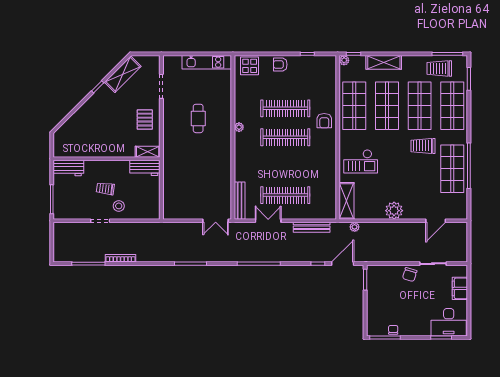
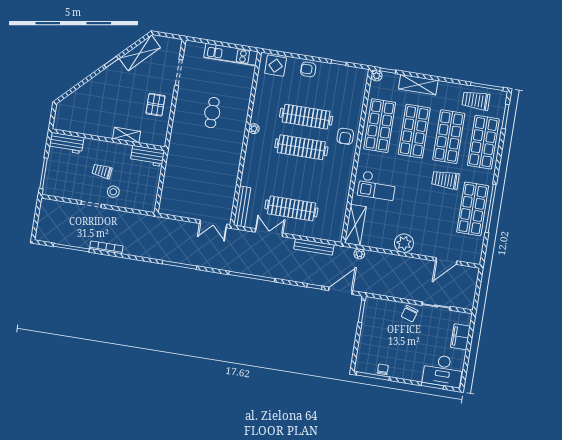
shelving: (148, 152) -> (127, 135), moved

